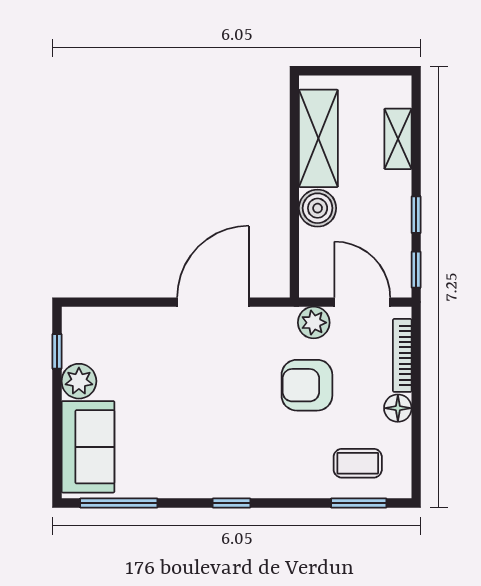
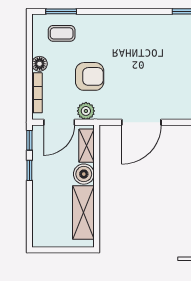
shelving: (398, 139) -> (86, 146), moved
door: (362, 302) -> (59, 122), hinge flipped
window: (231, 503) -> (131, 11), removed

